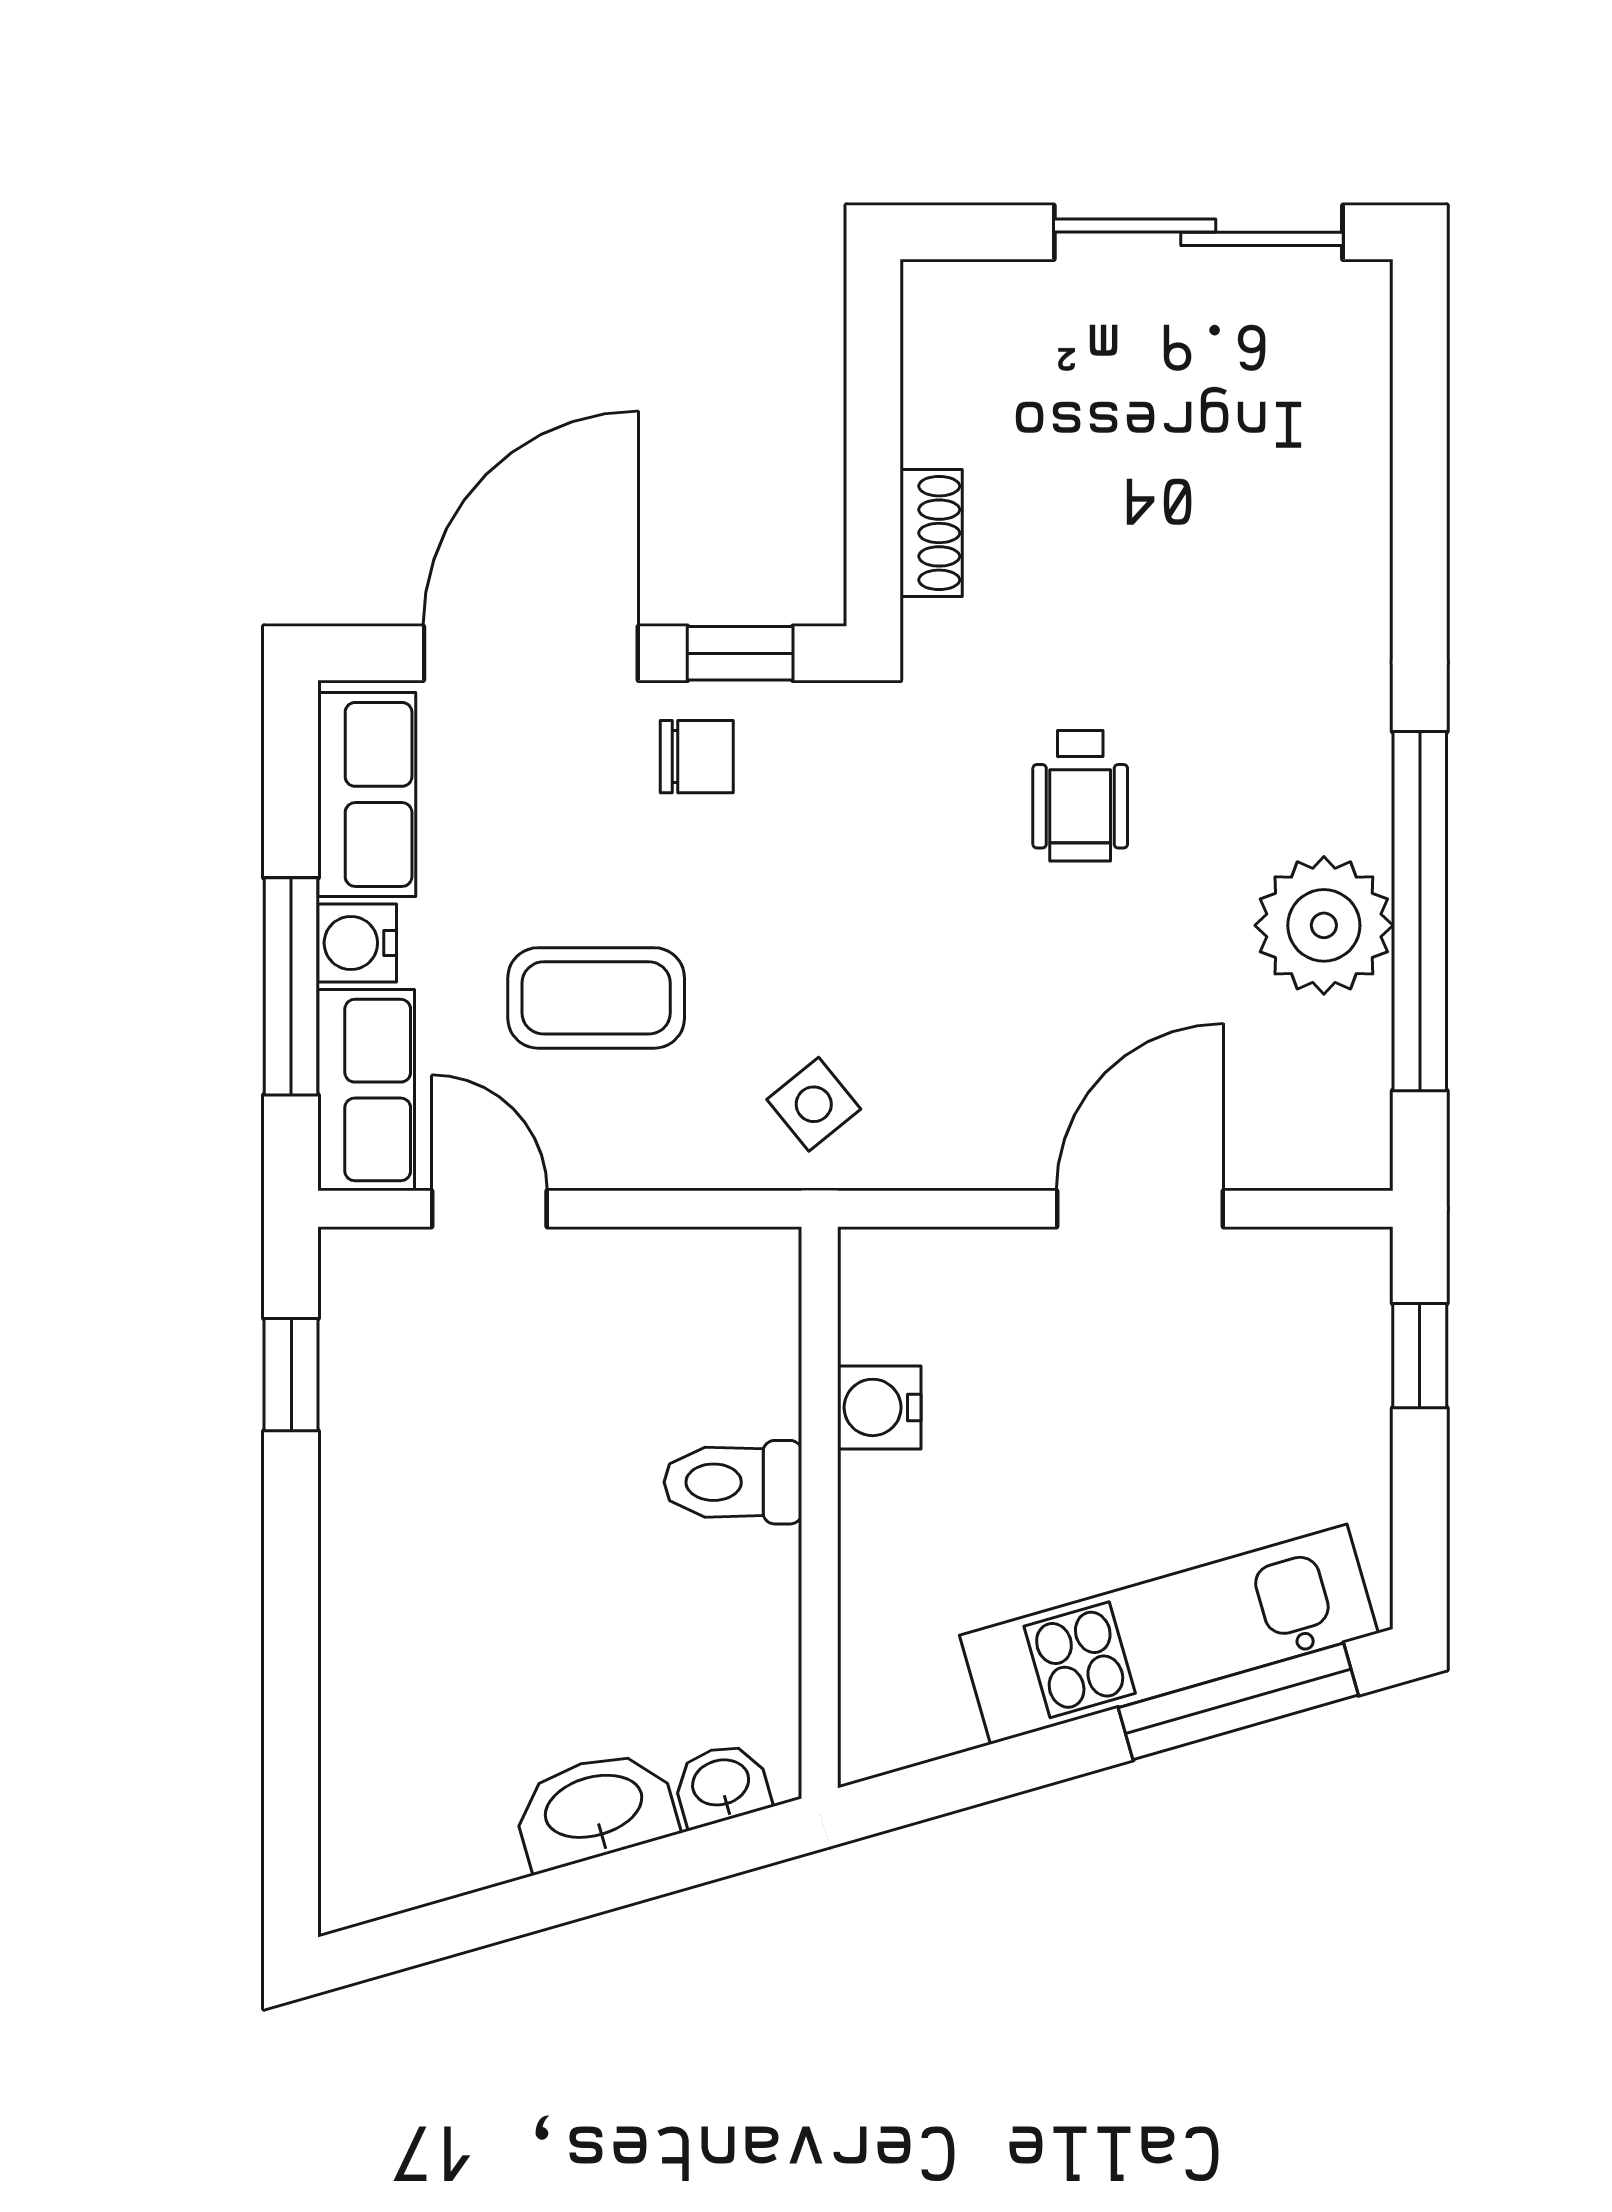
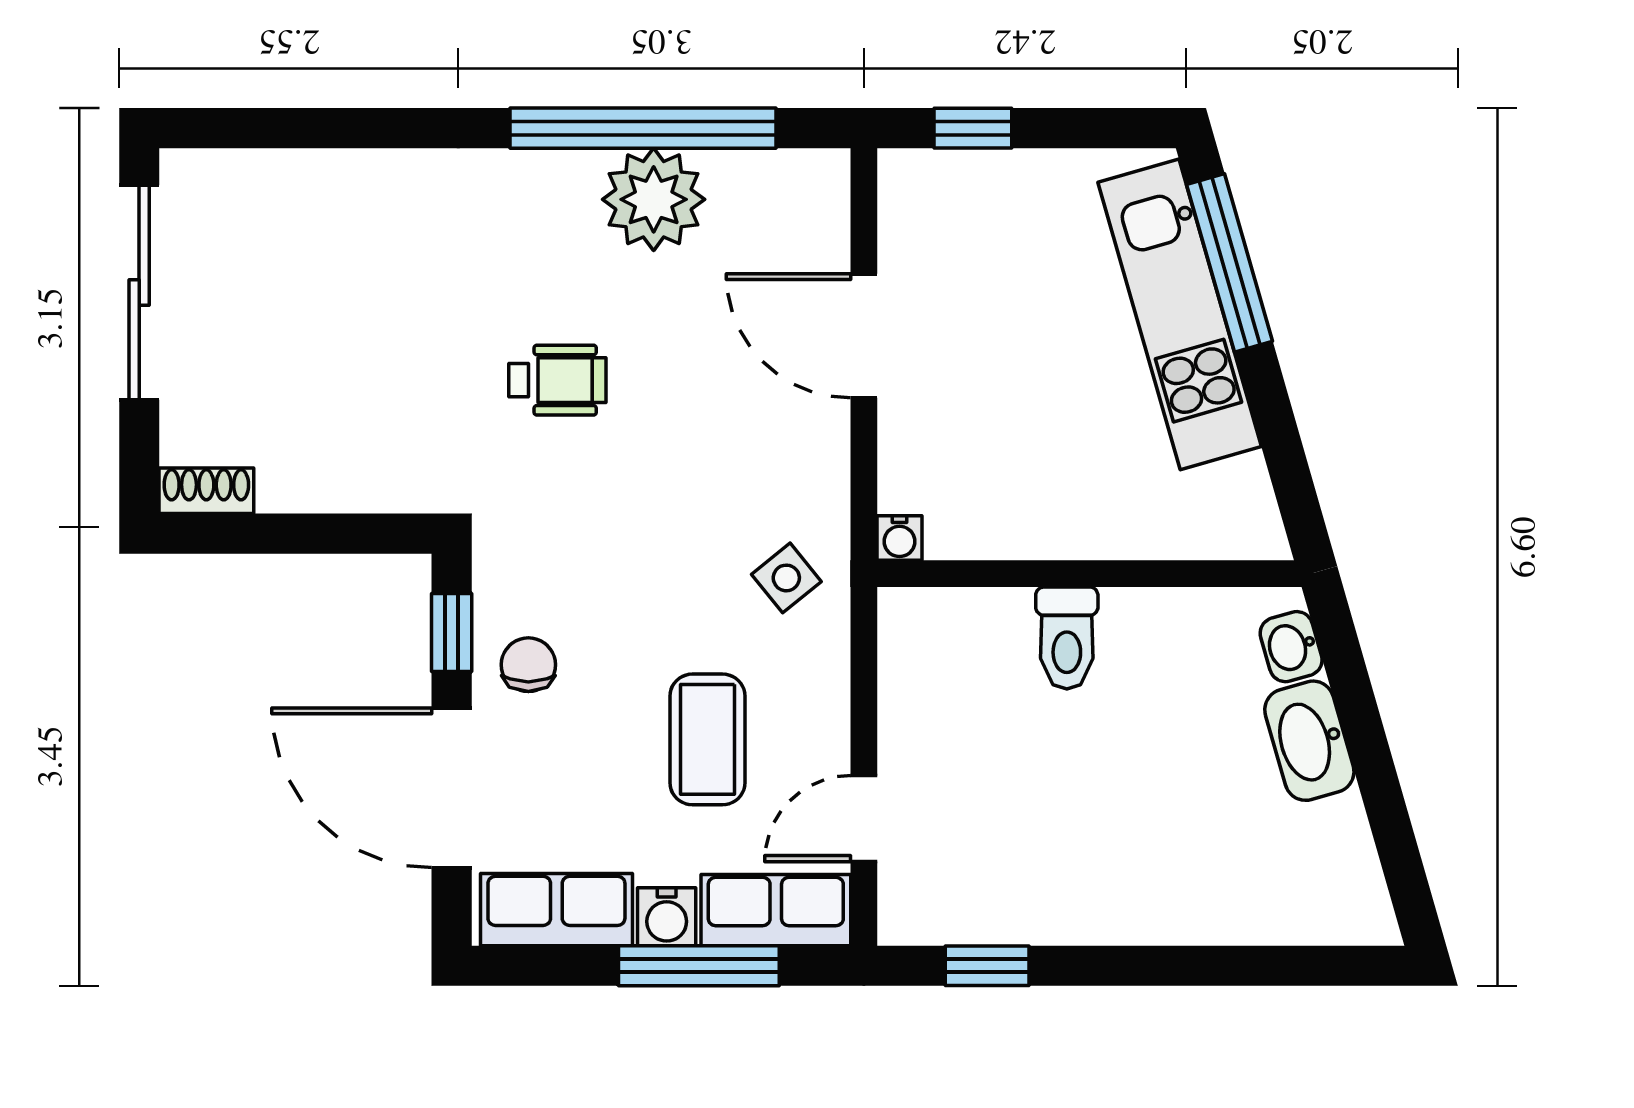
shoe rack: (931, 533) -> (206, 491), moved
water cooler: (879, 1407) -> (899, 538), moved, width x0.72, depth x0.72

